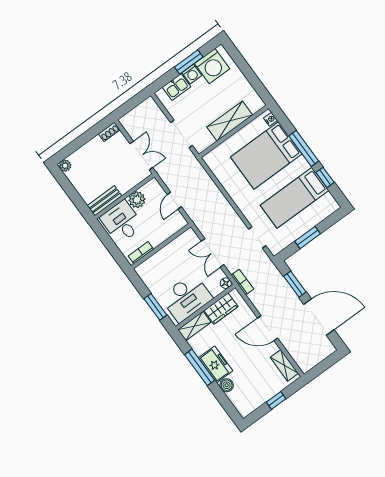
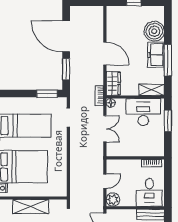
plant: (137, 200) -> (113, 200), moved
window: (308, 237) -> (47, 94), moved
wardrobe: (221, 309) -> (113, 83), moved, turned 90
shelving: (284, 365) -> (112, 21), removed
boiler: (227, 385) -> (154, 31), width x1.86, depth x1.86

